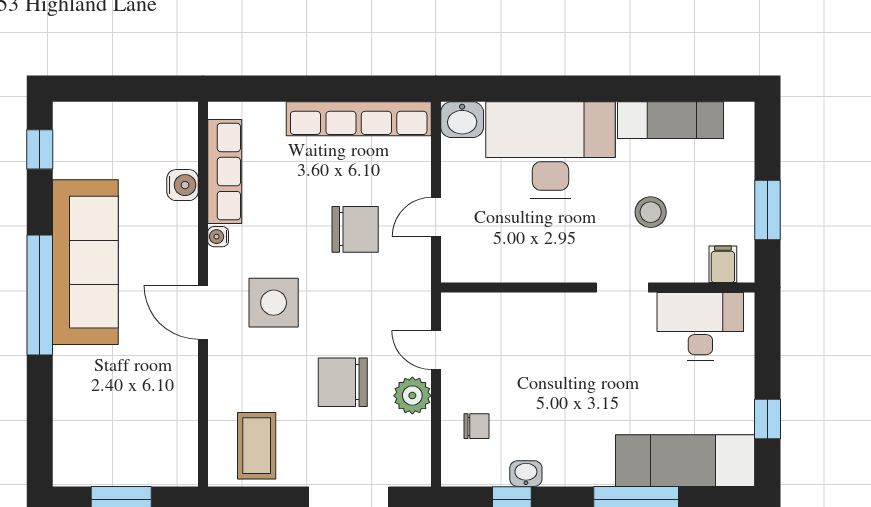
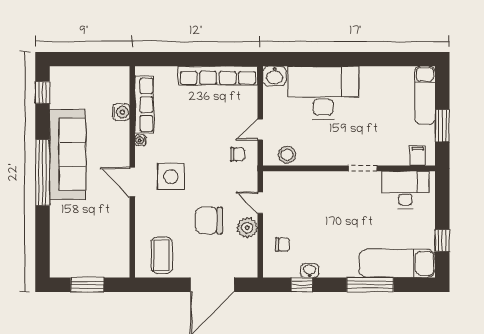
exam couch: (670, 120) -> (425, 95), moved, turned 90
stool: (651, 212) -> (287, 155), moved
chair: (355, 229) -> (238, 154), moved, width x0.54, depth x0.54

